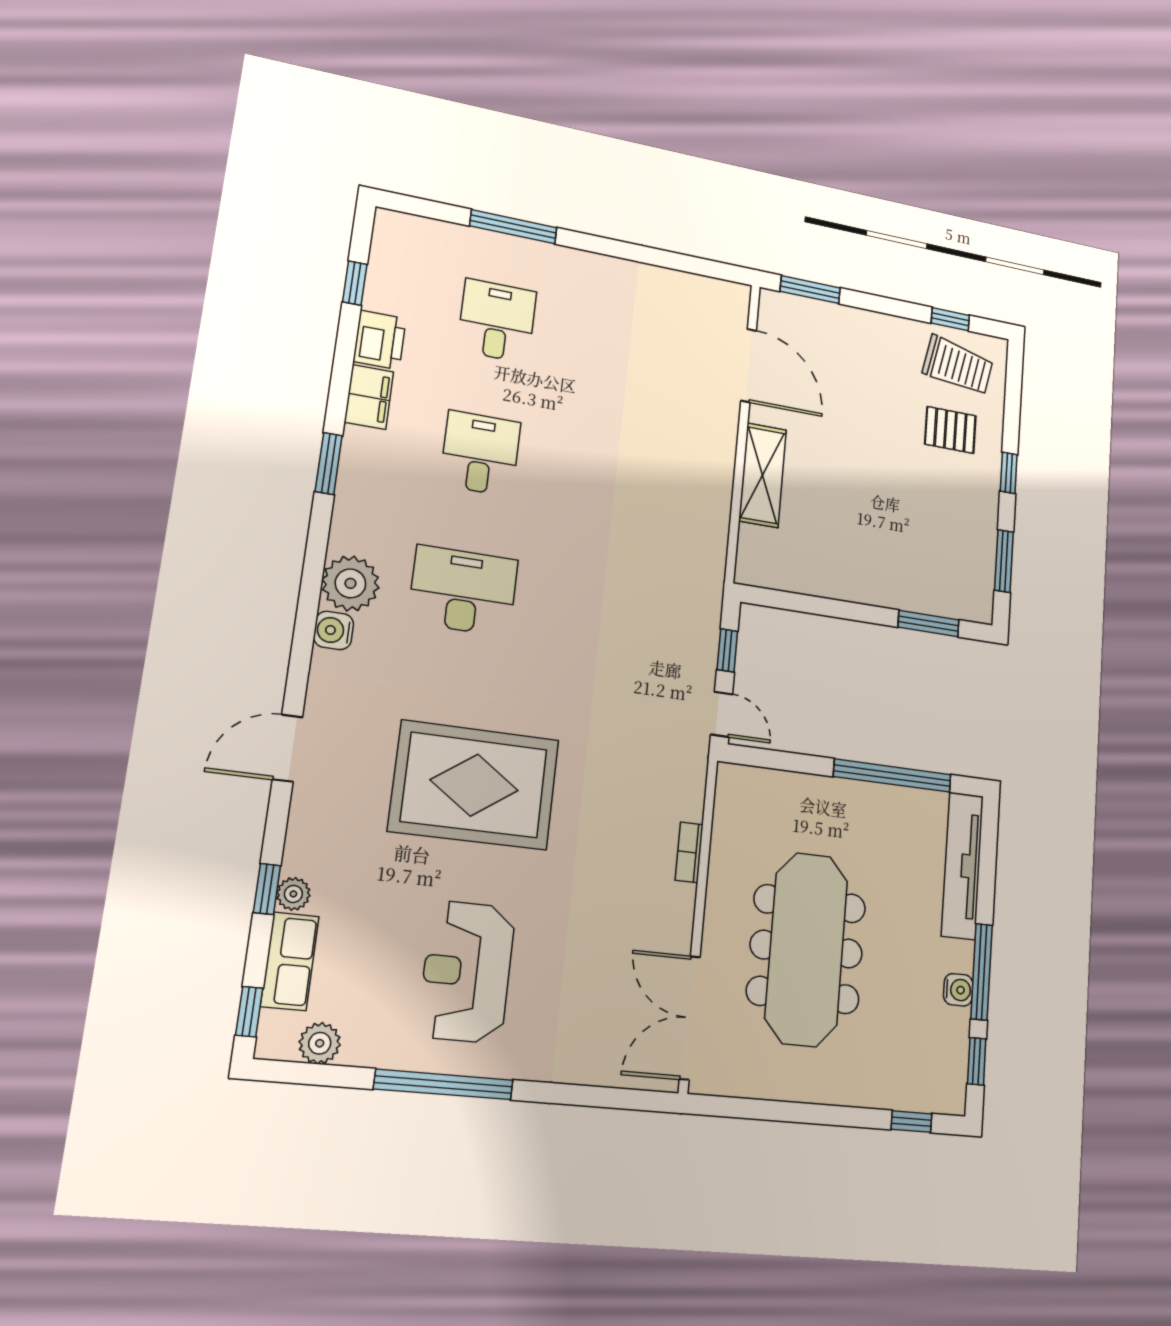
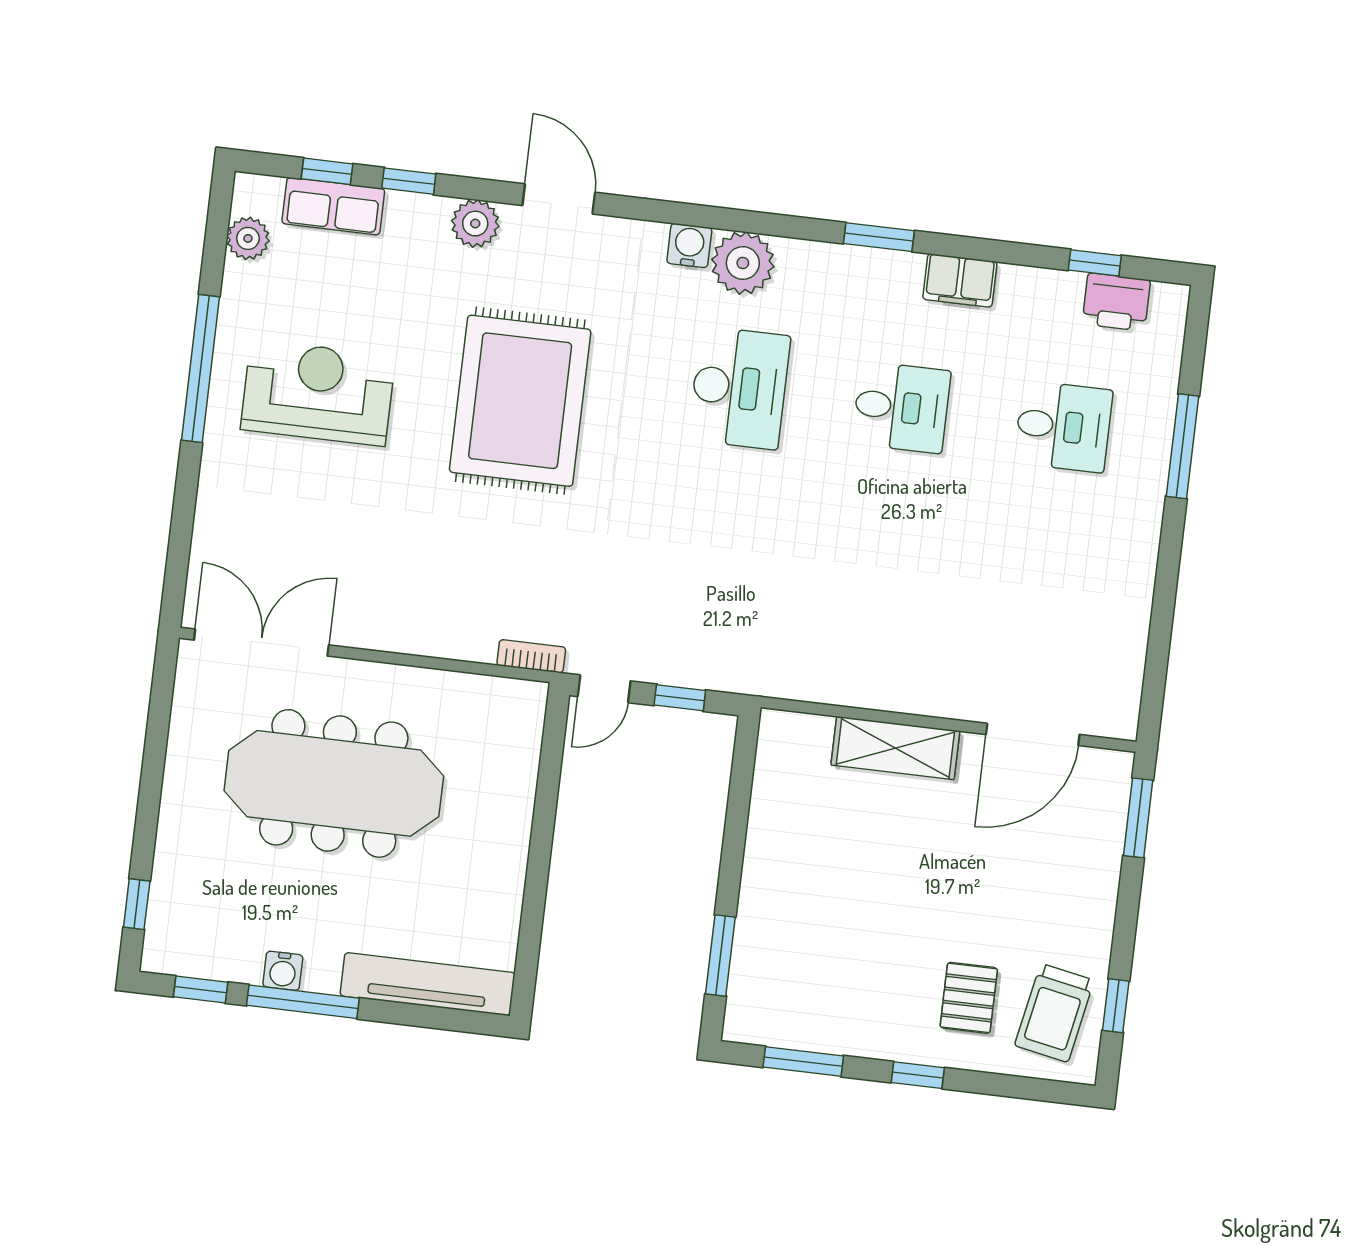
printer: (380, 340) -> (1116, 302), moved
window: (893, 776) -> (534, 899), removed
bookcase: (689, 852) -> (531, 656), moved
plant: (293, 894) -> (475, 224), moved, width x1.38, depth x1.38
window: (249, 1012) -> (327, 171), moved

